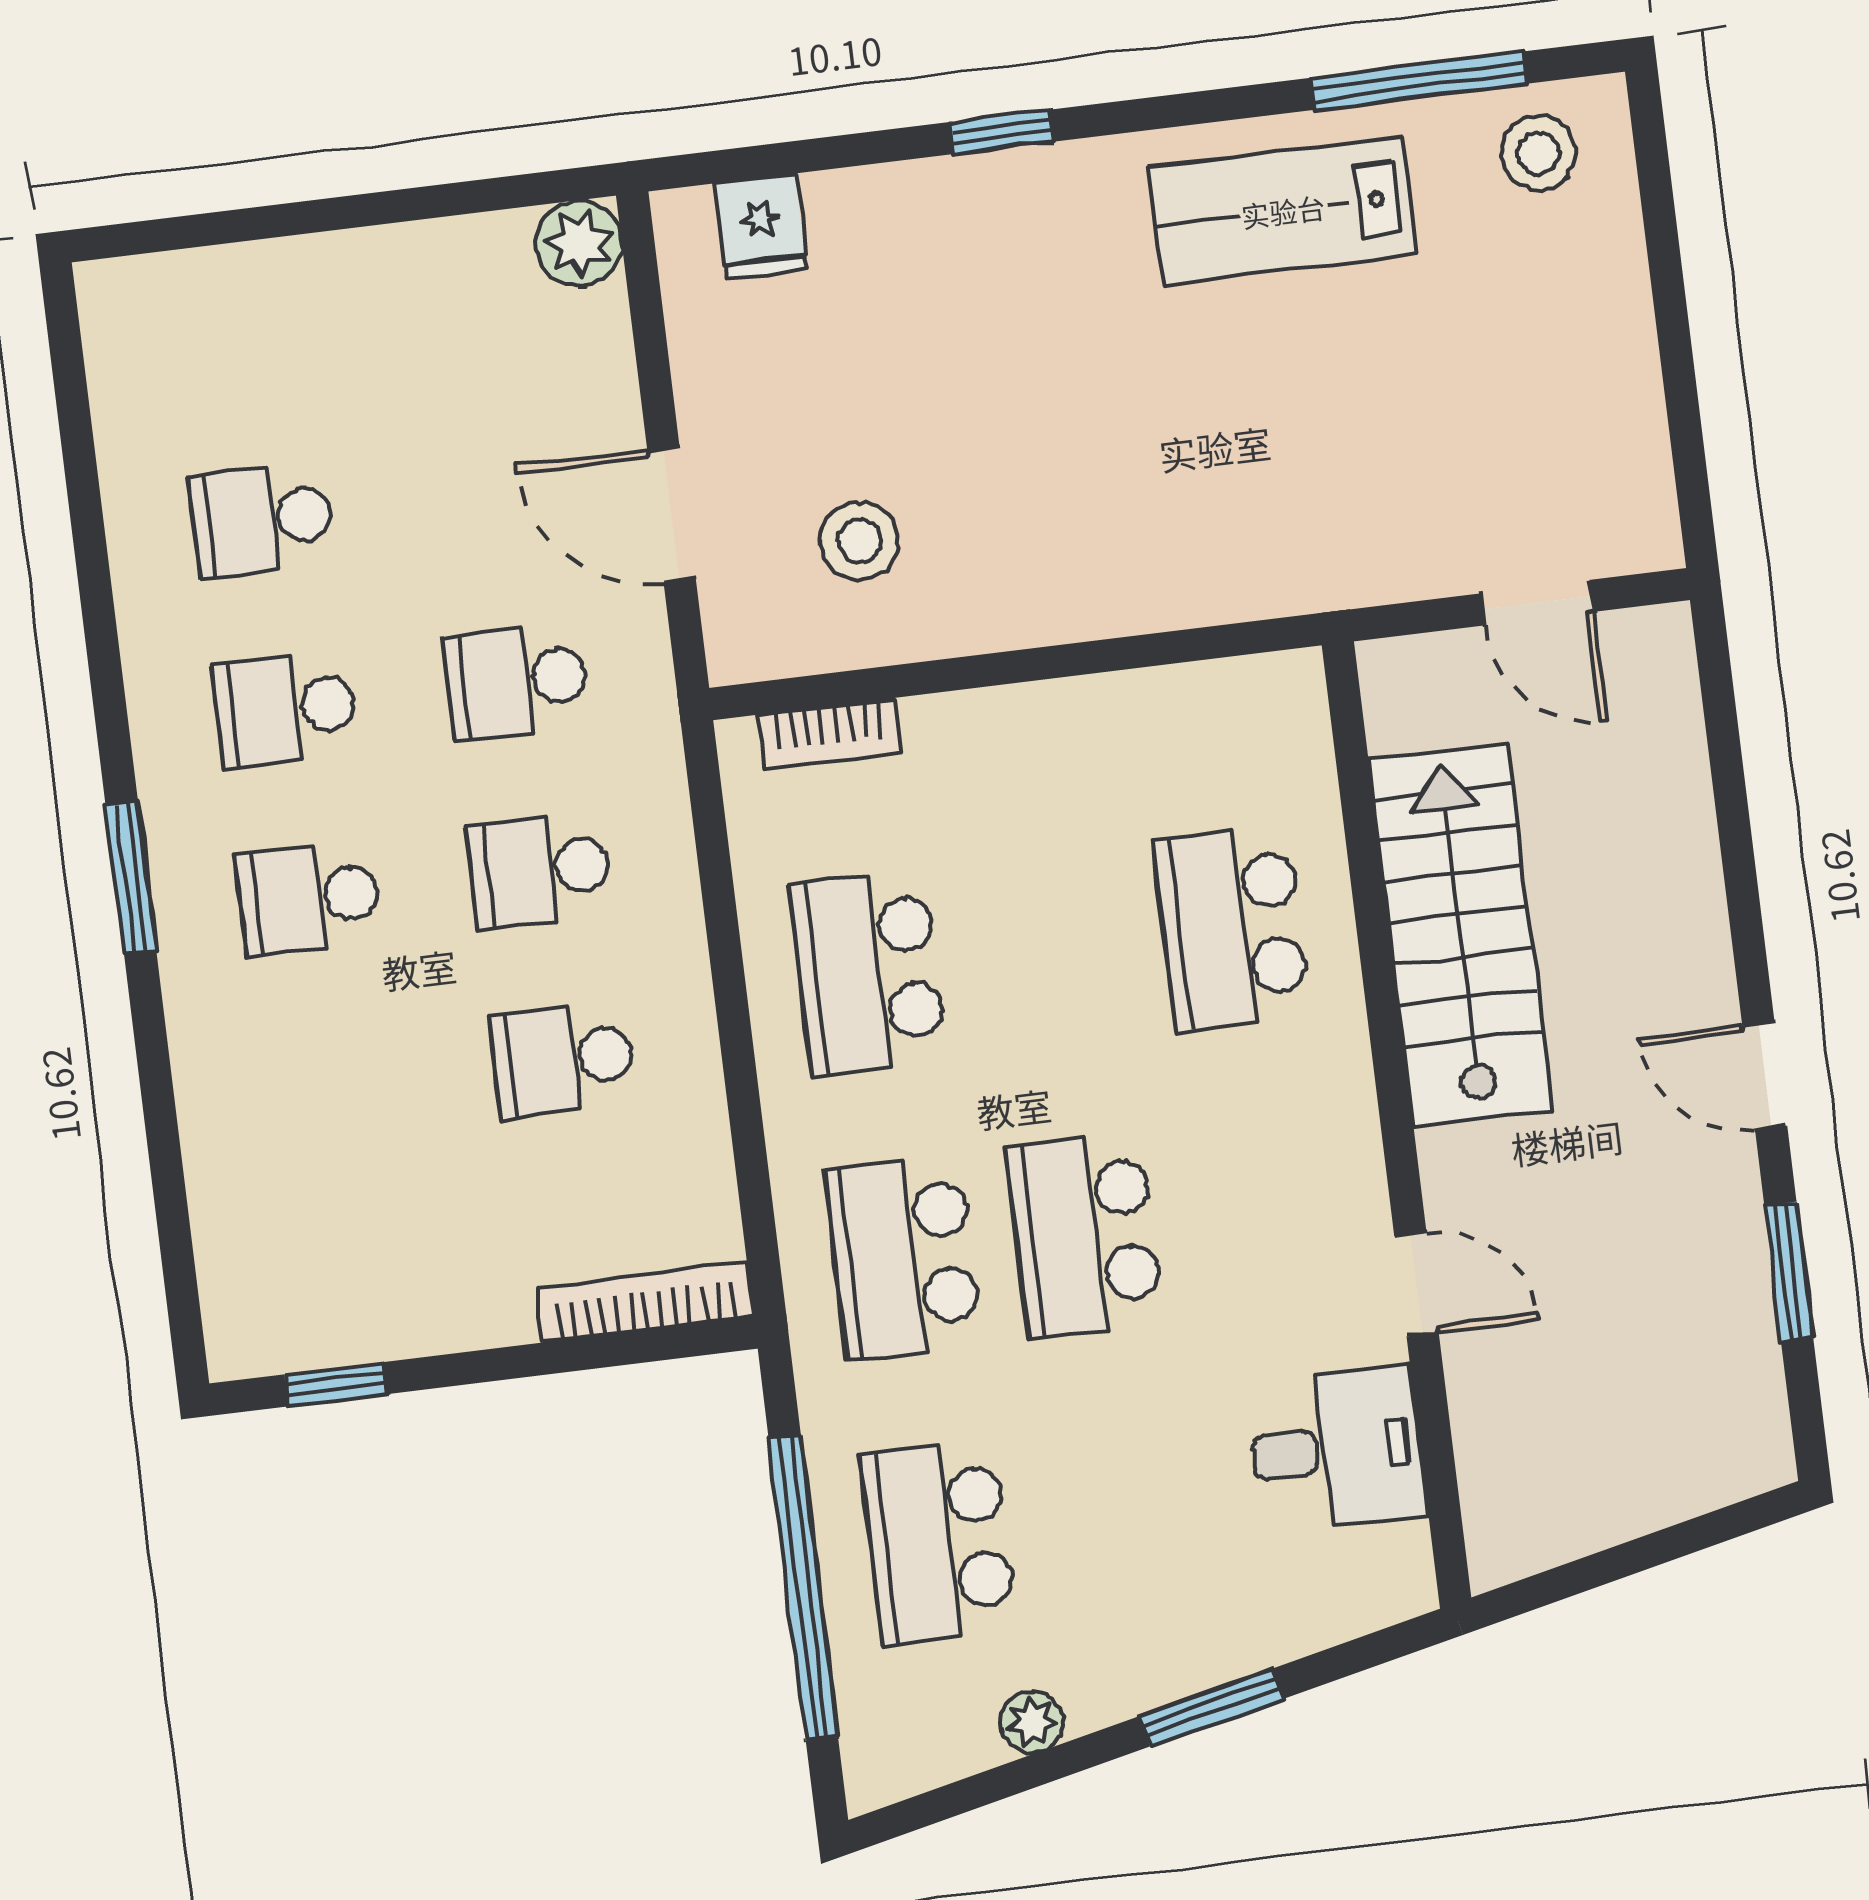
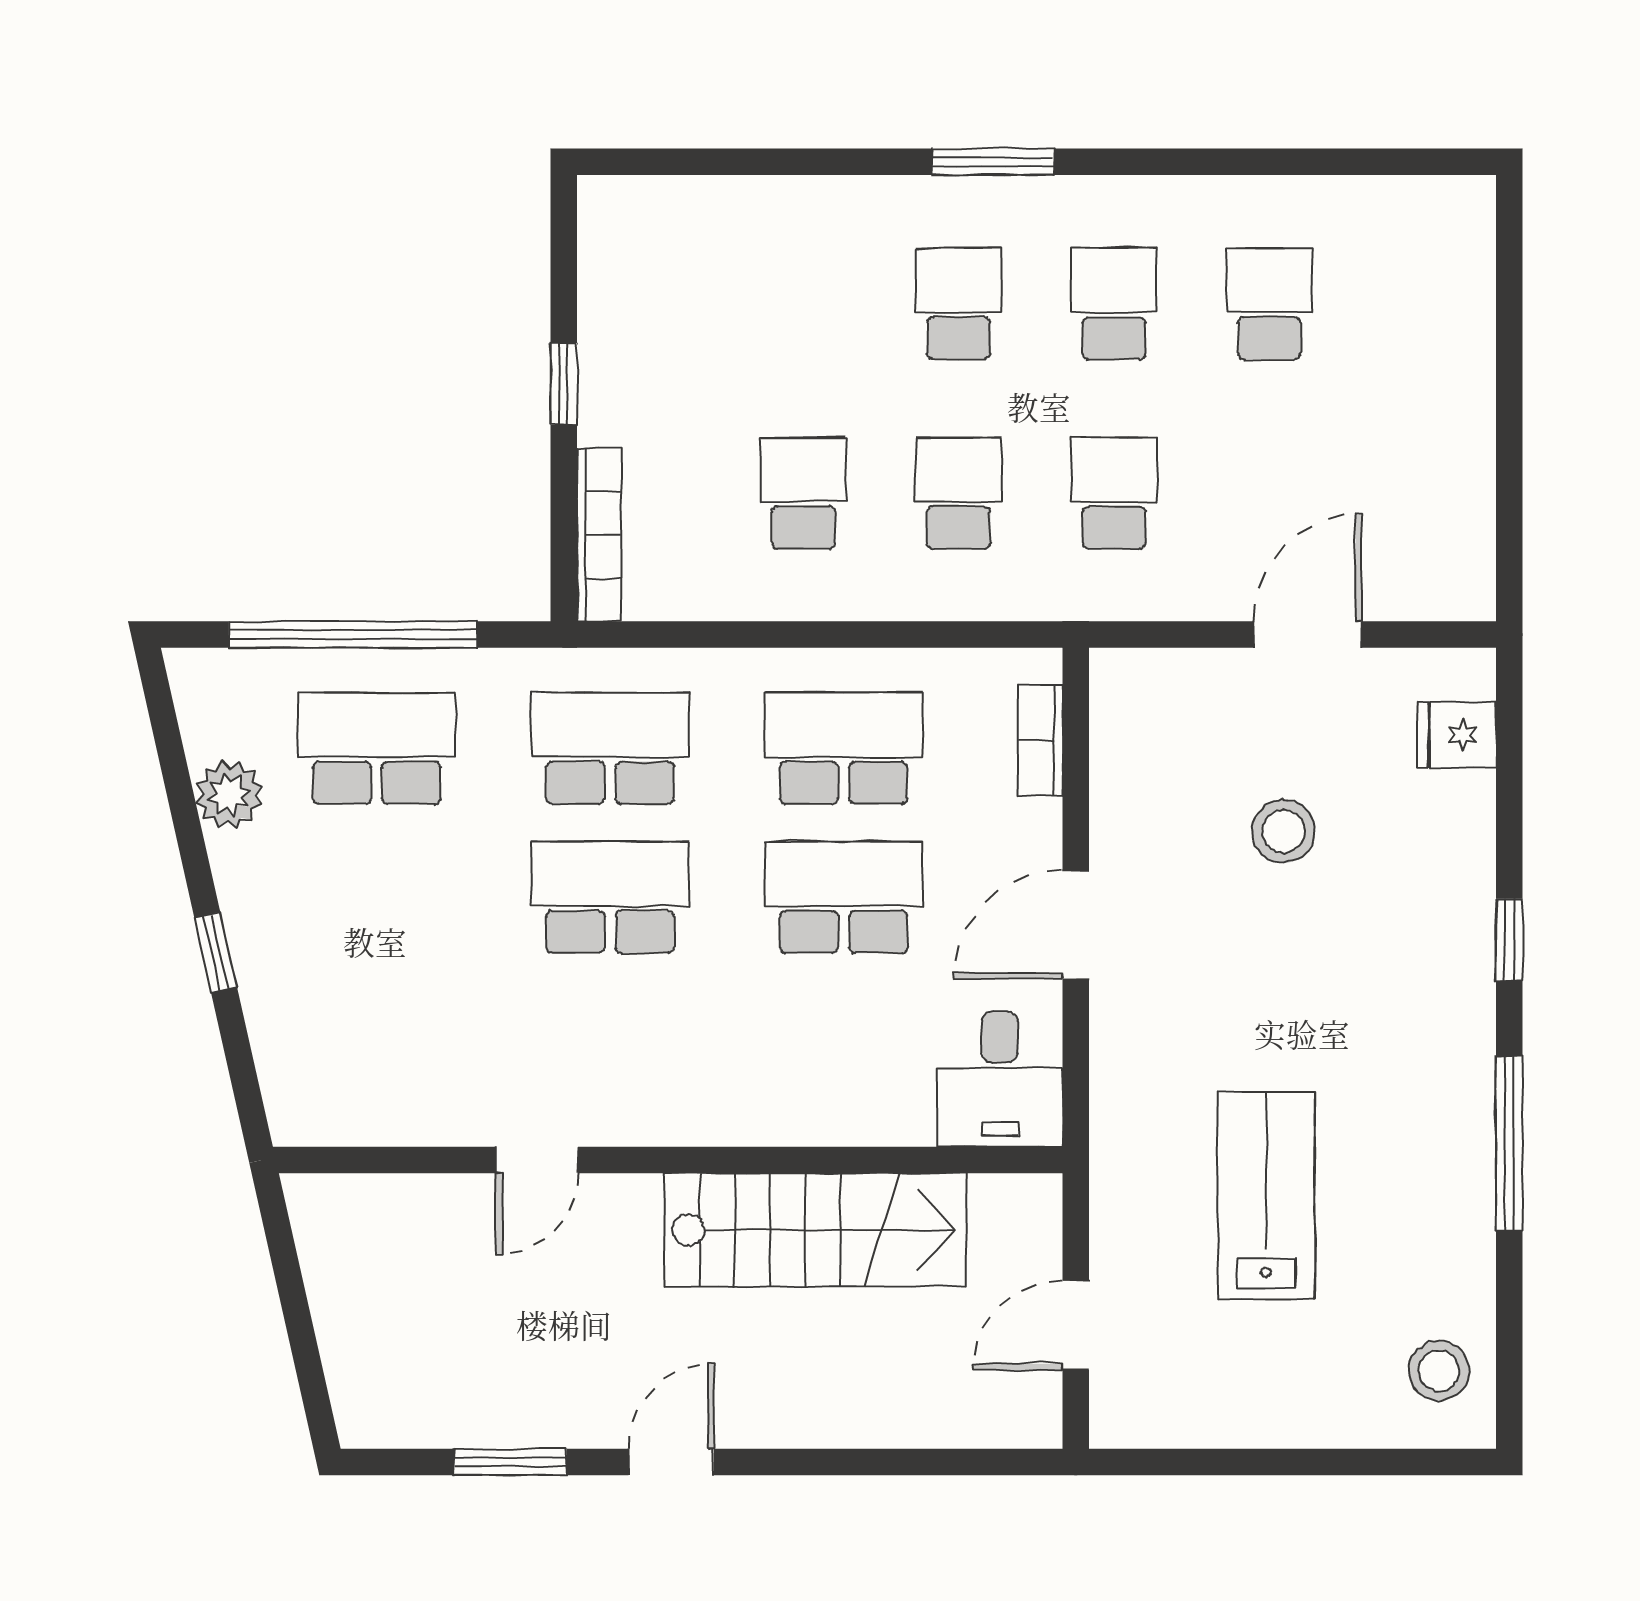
window: (1418, 81) -> (1509, 1143), moved
lab bench: (1283, 211) -> (1266, 1195), moved
plant: (579, 243) -> (1461, 587), removed
door: (672, 514) -> (1307, 635), moved
stool: (859, 541) -> (1283, 831), moved
door: (1049, 663) -> (1076, 924), added
school desk: (1232, 927) -> (844, 897), moved
window: (336, 1384) -> (564, 384), moved
desk: (1337, 1449) -> (1000, 1079), moved
window: (1211, 1708) -> (216, 952), width x0.67
plant: (1032, 1722) -> (229, 795), width x1.38, depth x1.38

